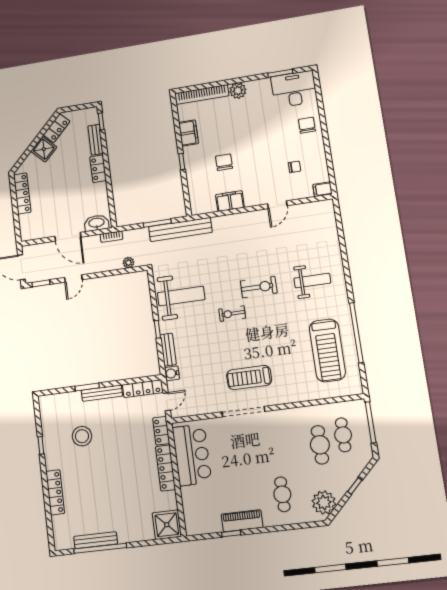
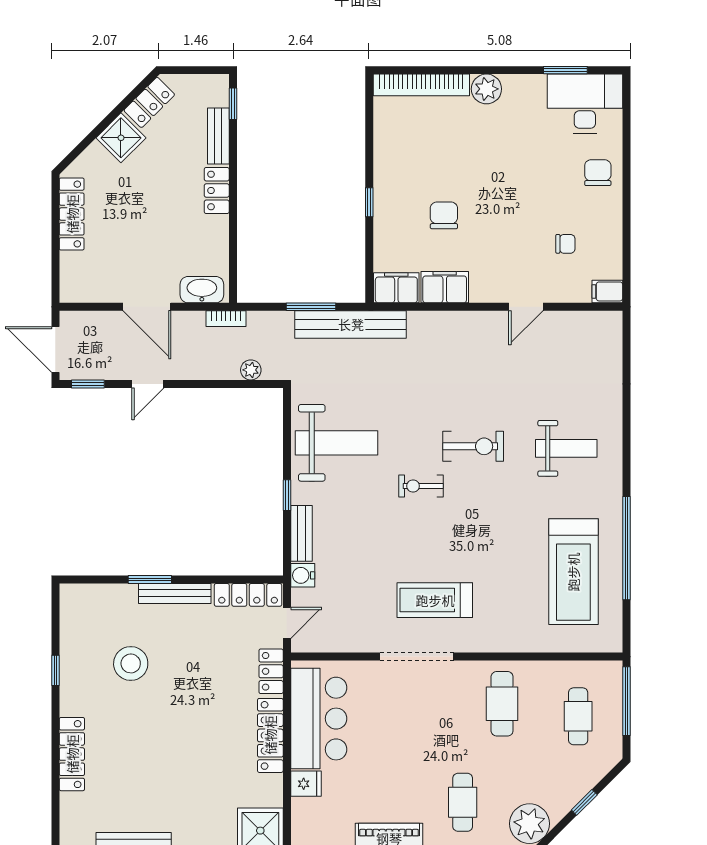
filing cabinet: (188, 133) -> (396, 288), moved, turned -90
cafe table: (320, 445) -> (502, 704), moved
fridge: (190, 494) -> (306, 784), added

